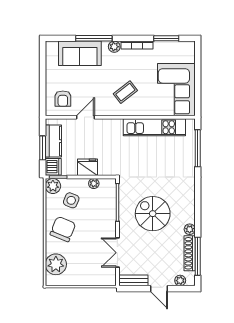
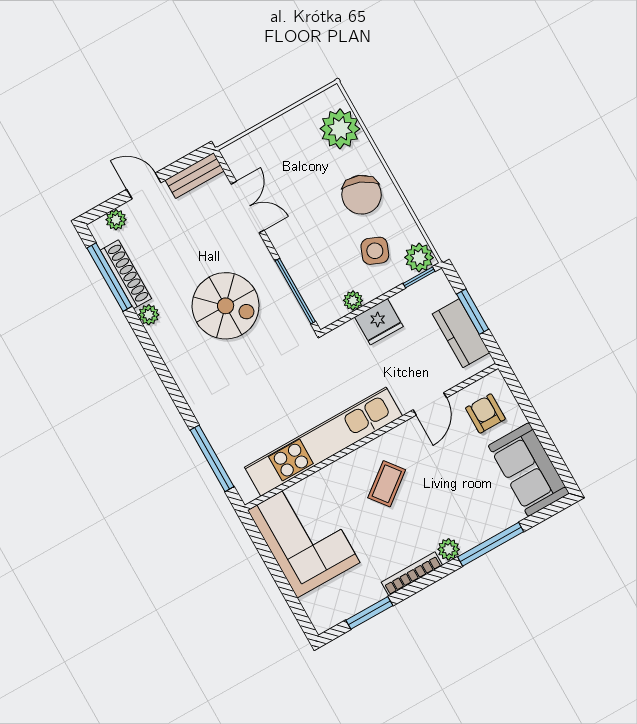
sofa: (80, 53) -> (529, 470), moved, turned -90
kitchen unit: (154, 127) -> (323, 442), width x1.36
dishwasher: (53, 167) -> (437, 290), removed

